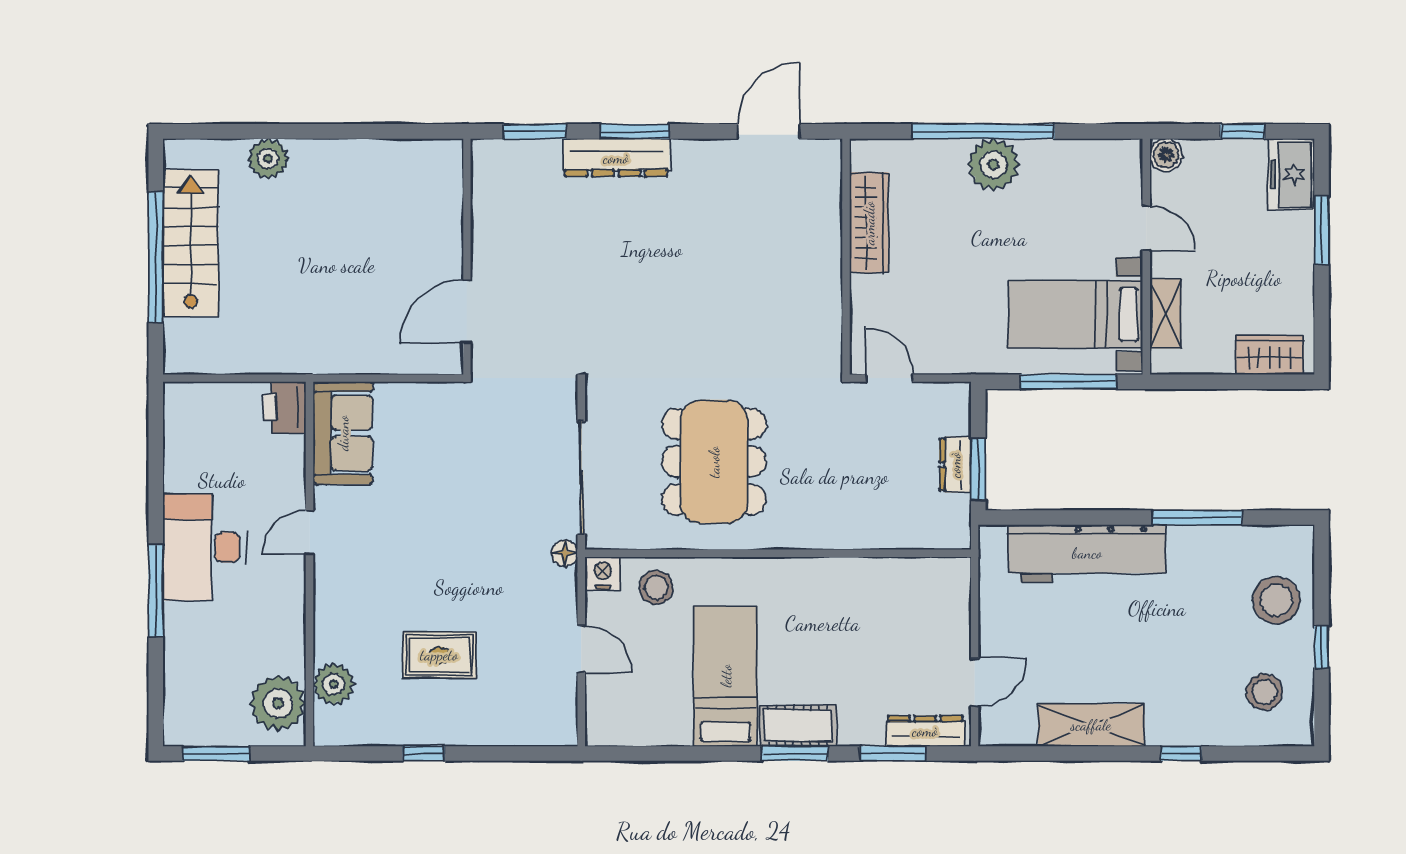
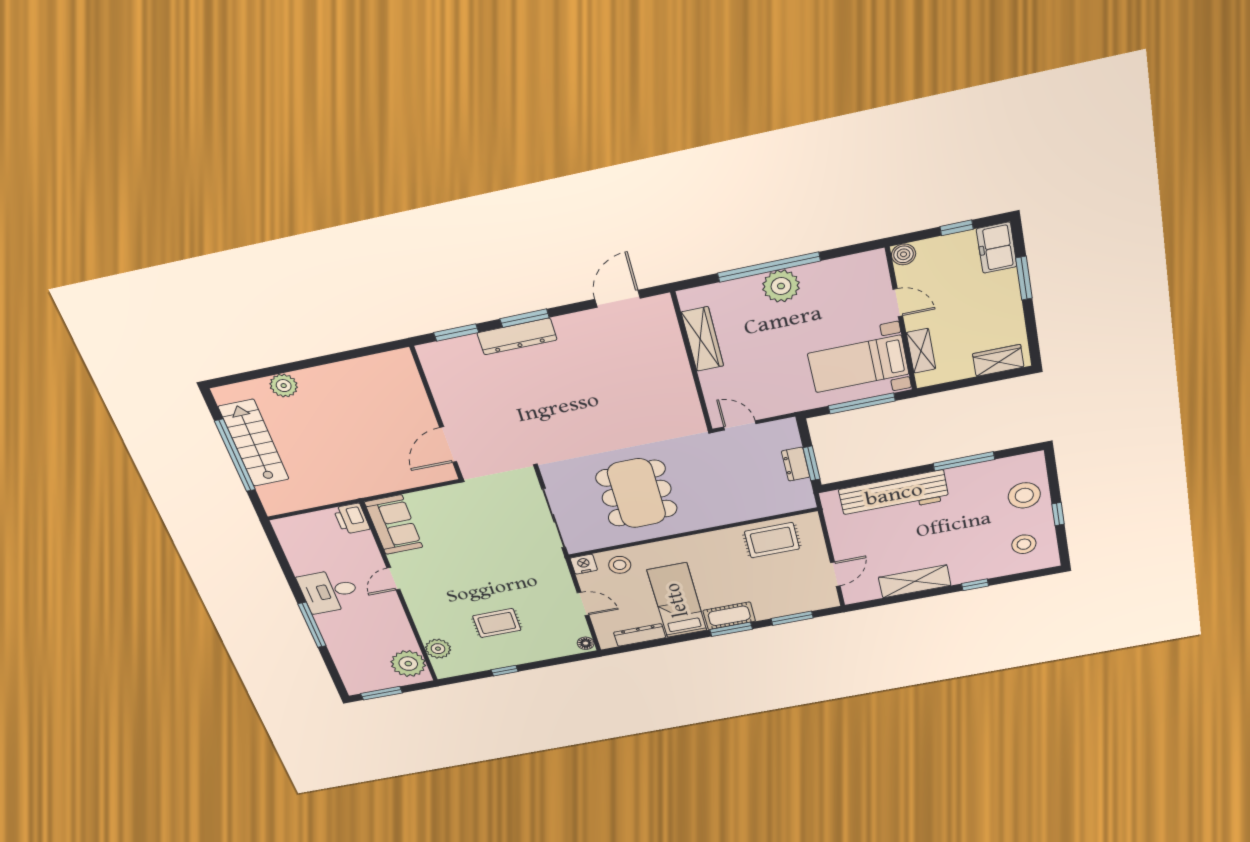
desk: (205, 547) -> (329, 591), width x0.73
floor lamp: (565, 553) -> (586, 643), moved
rug: (893, 595) -> (772, 540), added
dresser: (925, 731) -> (640, 635), moved

